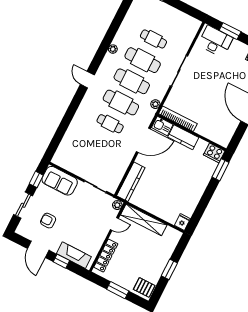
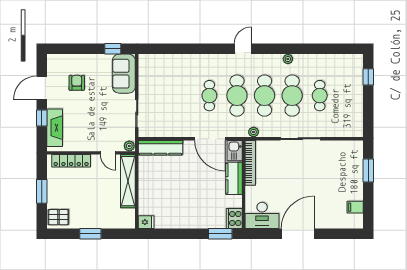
desk: (215, 41) -> (262, 215), moved, turned 90
sliding door: (23, 205) -> (79, 49), removed
pallet: (144, 287) -> (58, 217), turned 90

